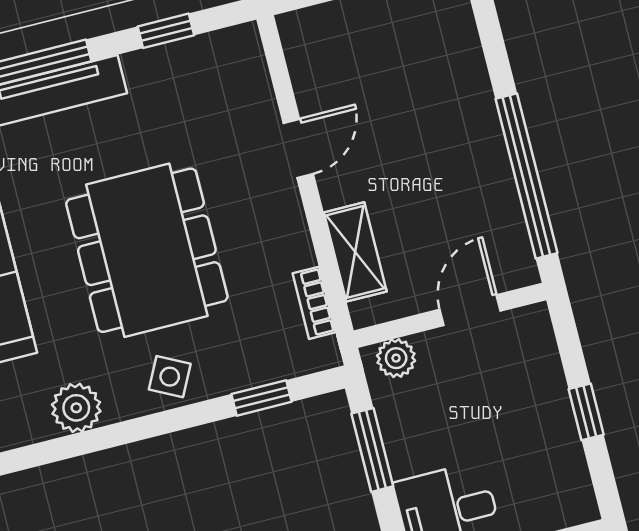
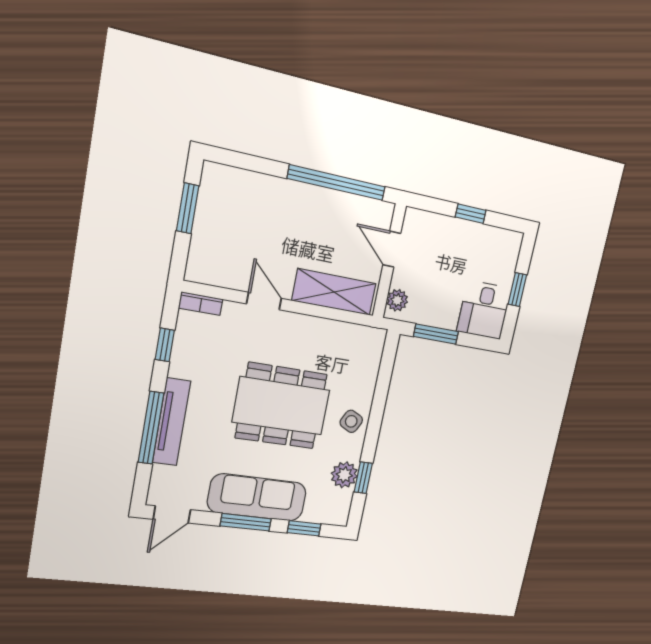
shelving: (355, 252) -> (334, 292), width x1.50, depth x1.33
bookcase: (314, 303) -> (201, 304), moved
window: (261, 398) -> (363, 478), moved

